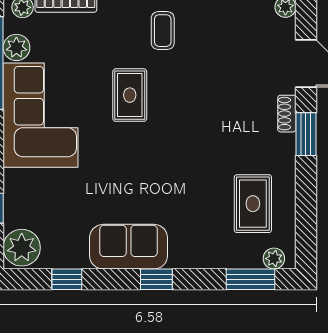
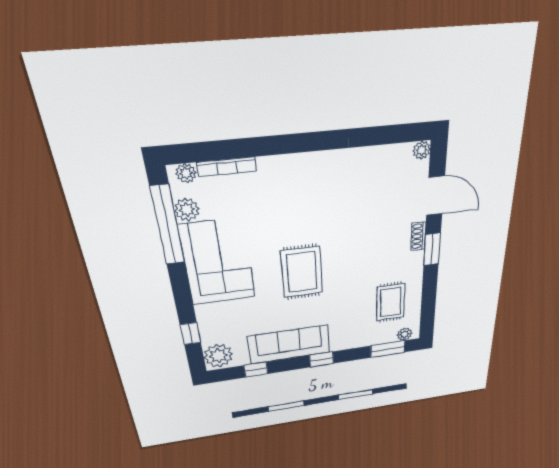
coffee table: (163, 31) -> (317, 181), removed
rug: (130, 95) -> (302, 272), moved, width x1.36, depth x1.43
sofa: (129, 247) -> (289, 344), width x1.36

